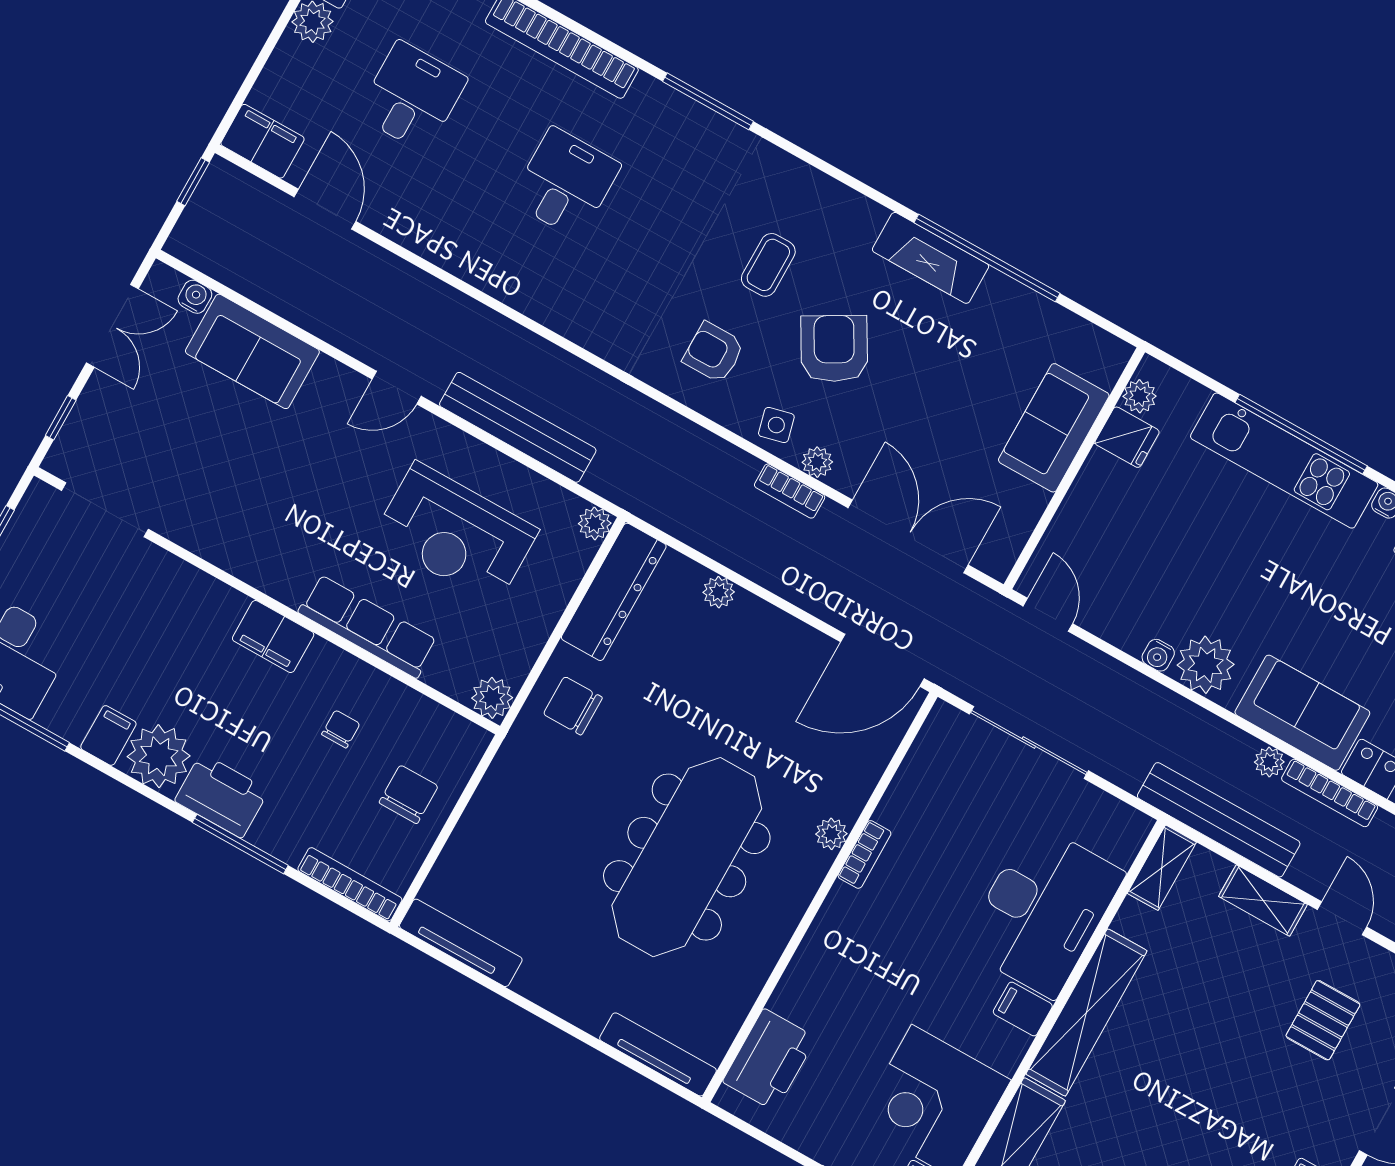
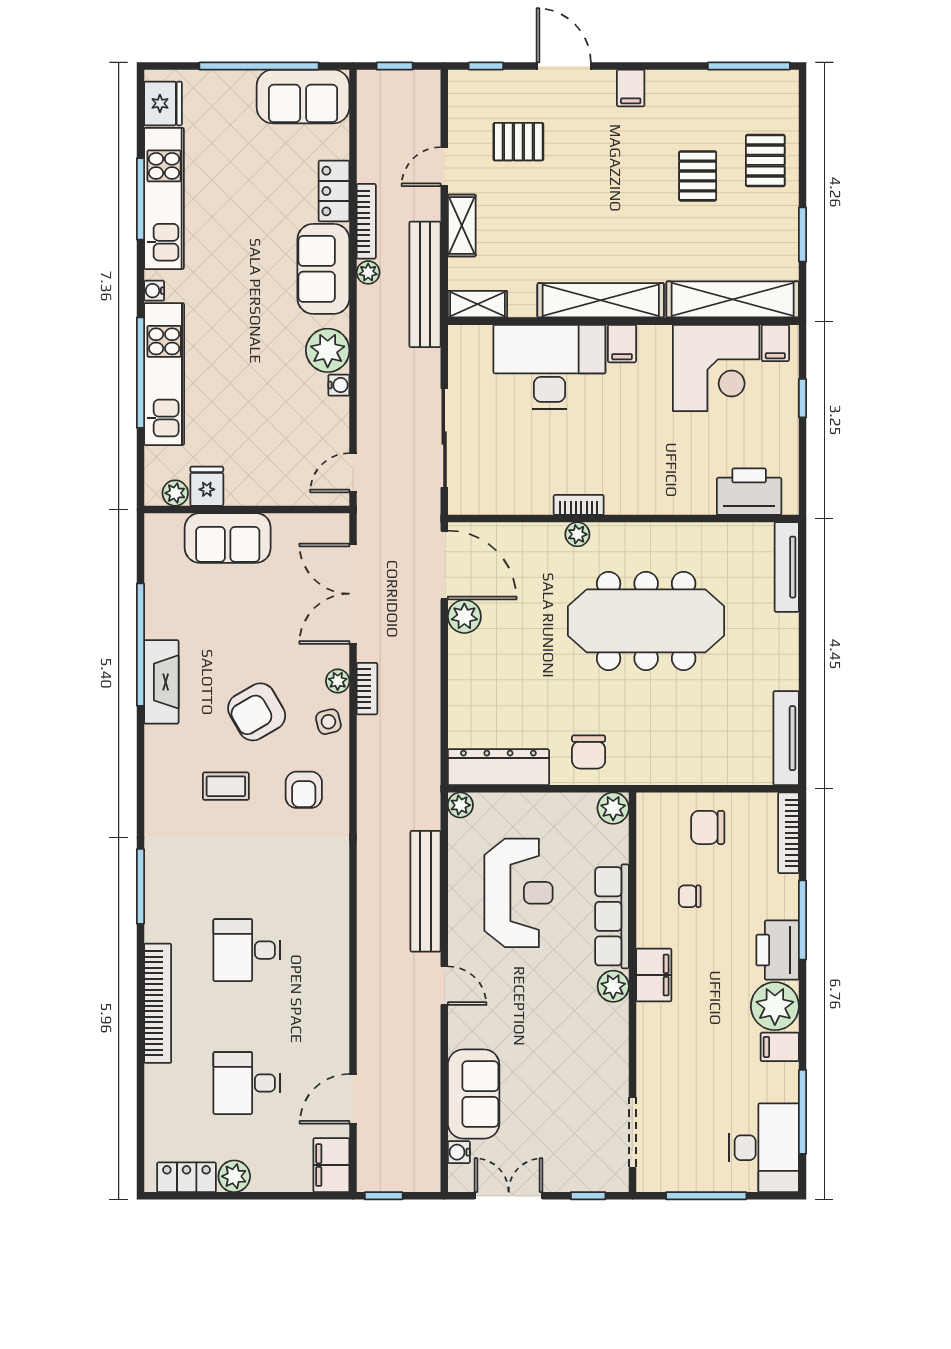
plant: (286, 582) -> (613, 986), added
plant: (719, 592) -> (464, 616), moved, width x1.38, depth x1.38

